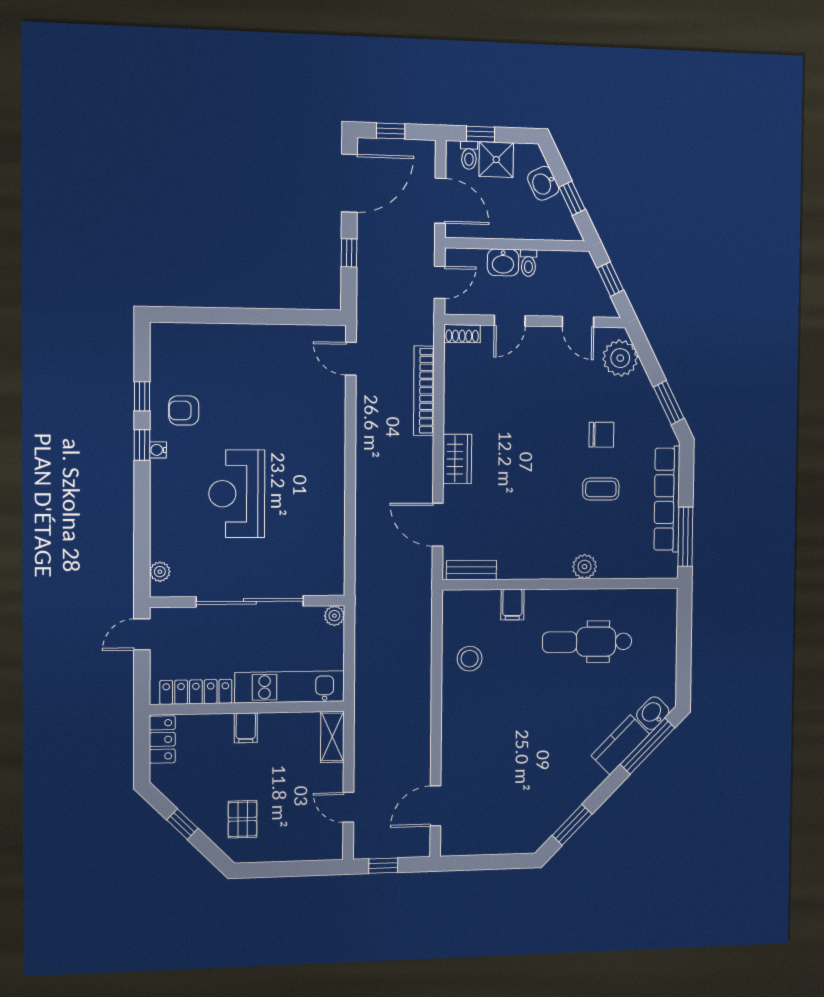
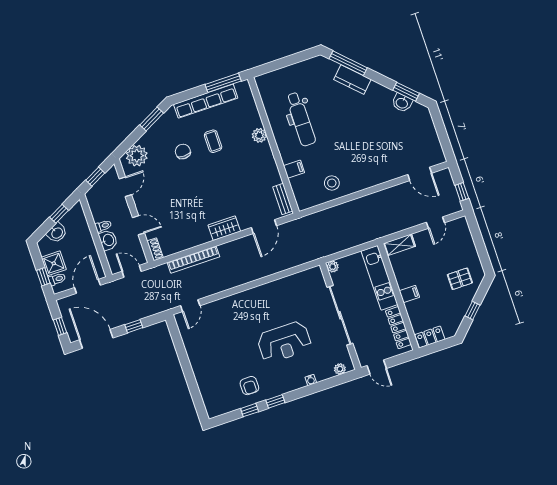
water cooler: (158, 450) -> (311, 380), moved
washbasin: (653, 713) -> (402, 103), moved

